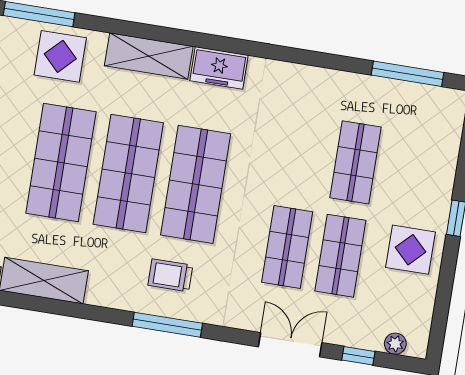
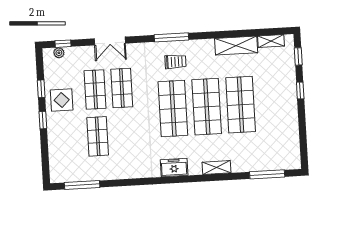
display table: (60, 56) -> (252, 156), removed
shelving: (149, 56) -> (216, 167), width x0.67, depth x0.75
window: (446, 281) -> (41, 89), added
window: (358, 356) -> (63, 44), moved

